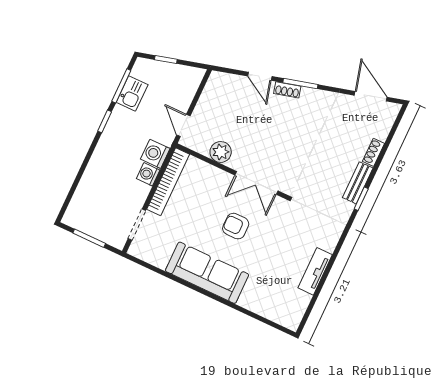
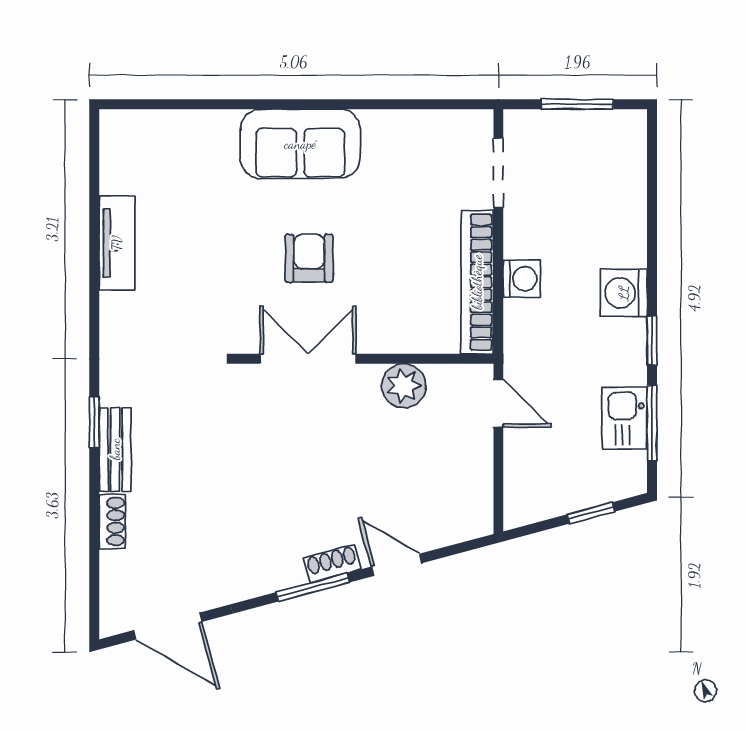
washing machine: (155, 154) -> (624, 293), moved, turned 180
armchair: (236, 226) -> (309, 258), turned -90
sofa: (207, 273) -> (300, 144), width x0.73

